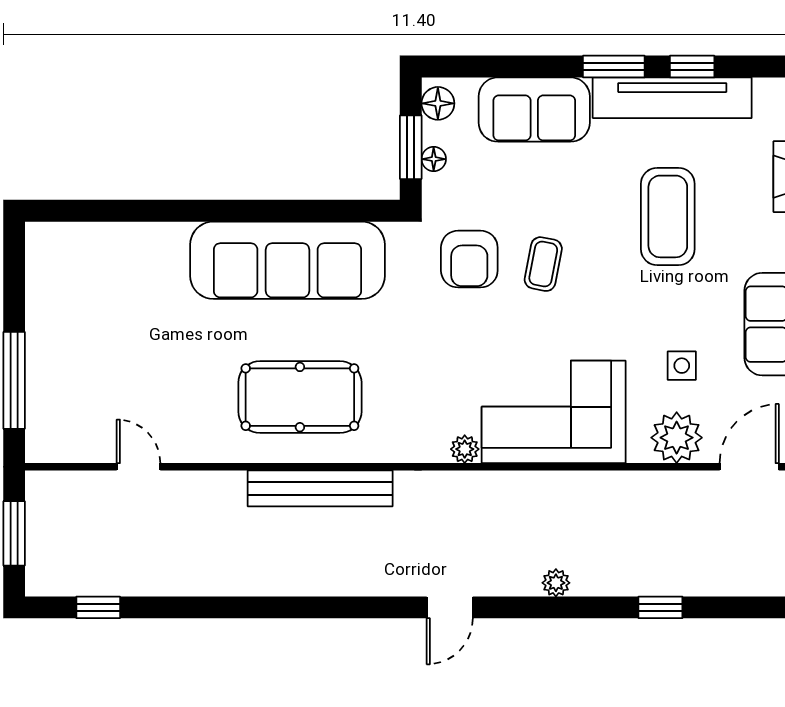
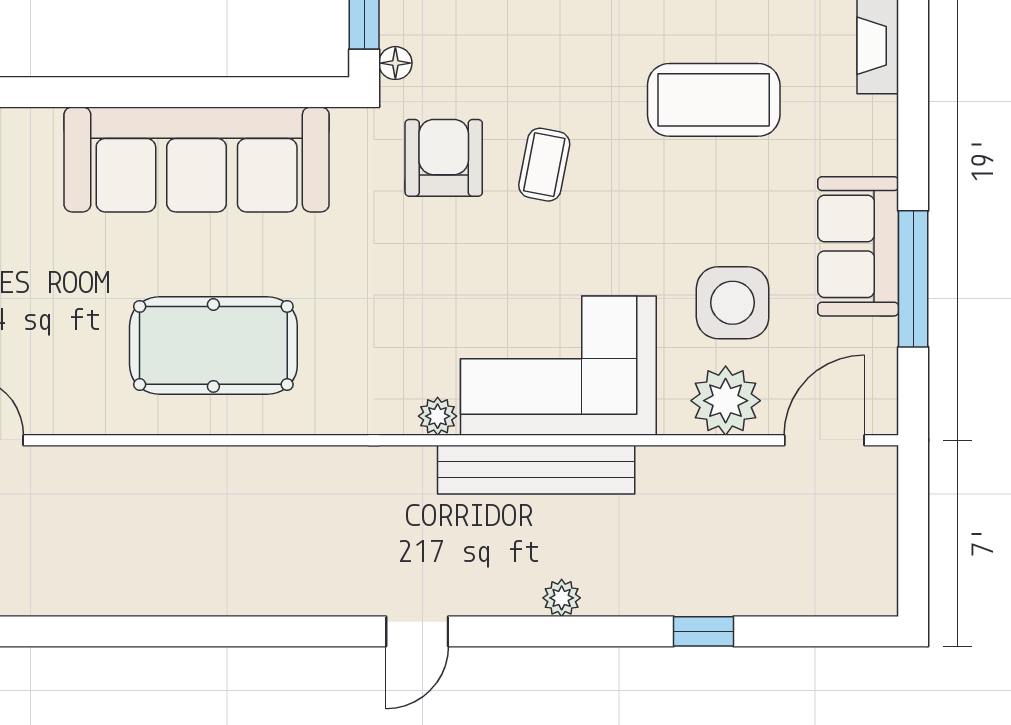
floor lamp: (434, 159) -> (395, 63), moved
coffee table: (668, 216) -> (714, 100), turned 90
armchair: (469, 259) -> (444, 158), turned 180
side table: (682, 366) -> (733, 303), width x1.87, depth x1.87
bench: (320, 488) -> (536, 470), moved

